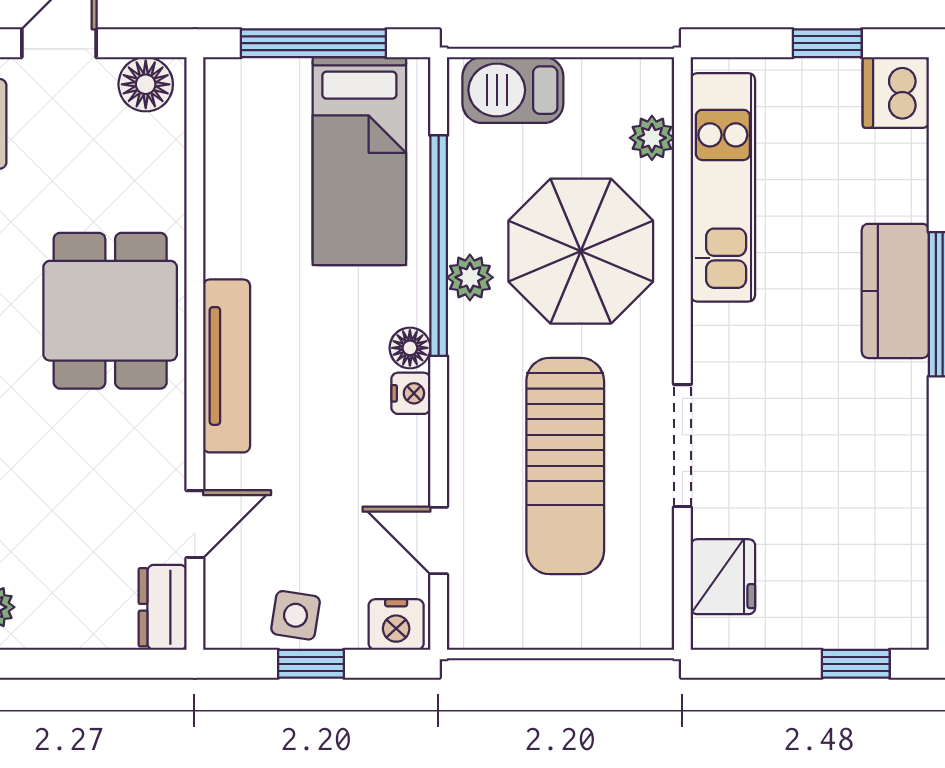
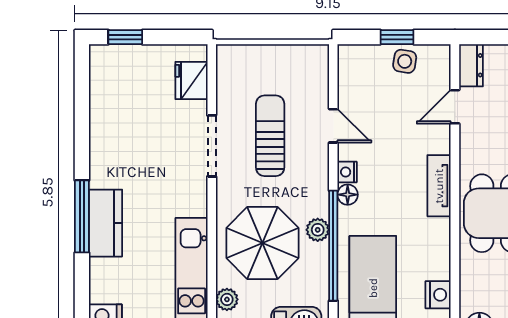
tv unit: (227, 366) -> (439, 186), width x0.71
sun lounger: (565, 466) -> (270, 136), width x0.73, depth x0.75
door: (439, 541) -> (333, 126), moved
nightstand: (396, 625) -> (438, 295), moved, turned 90

